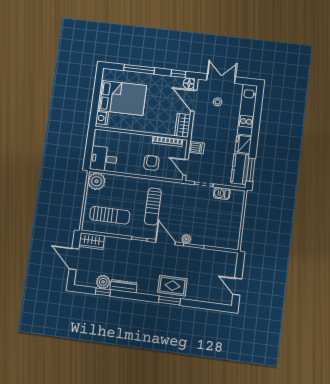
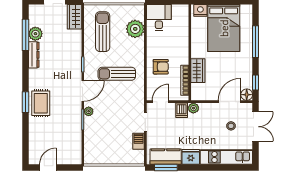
wardrobe: (183, 125) -> (198, 71), moved, turned 90
plant: (196, 136) -> (193, 108), added
plant: (97, 181) -> (135, 29), moved
sun lounger: (110, 215) -> (103, 32), turned 180
window: (103, 292) -> (26, 35), width x2.17

